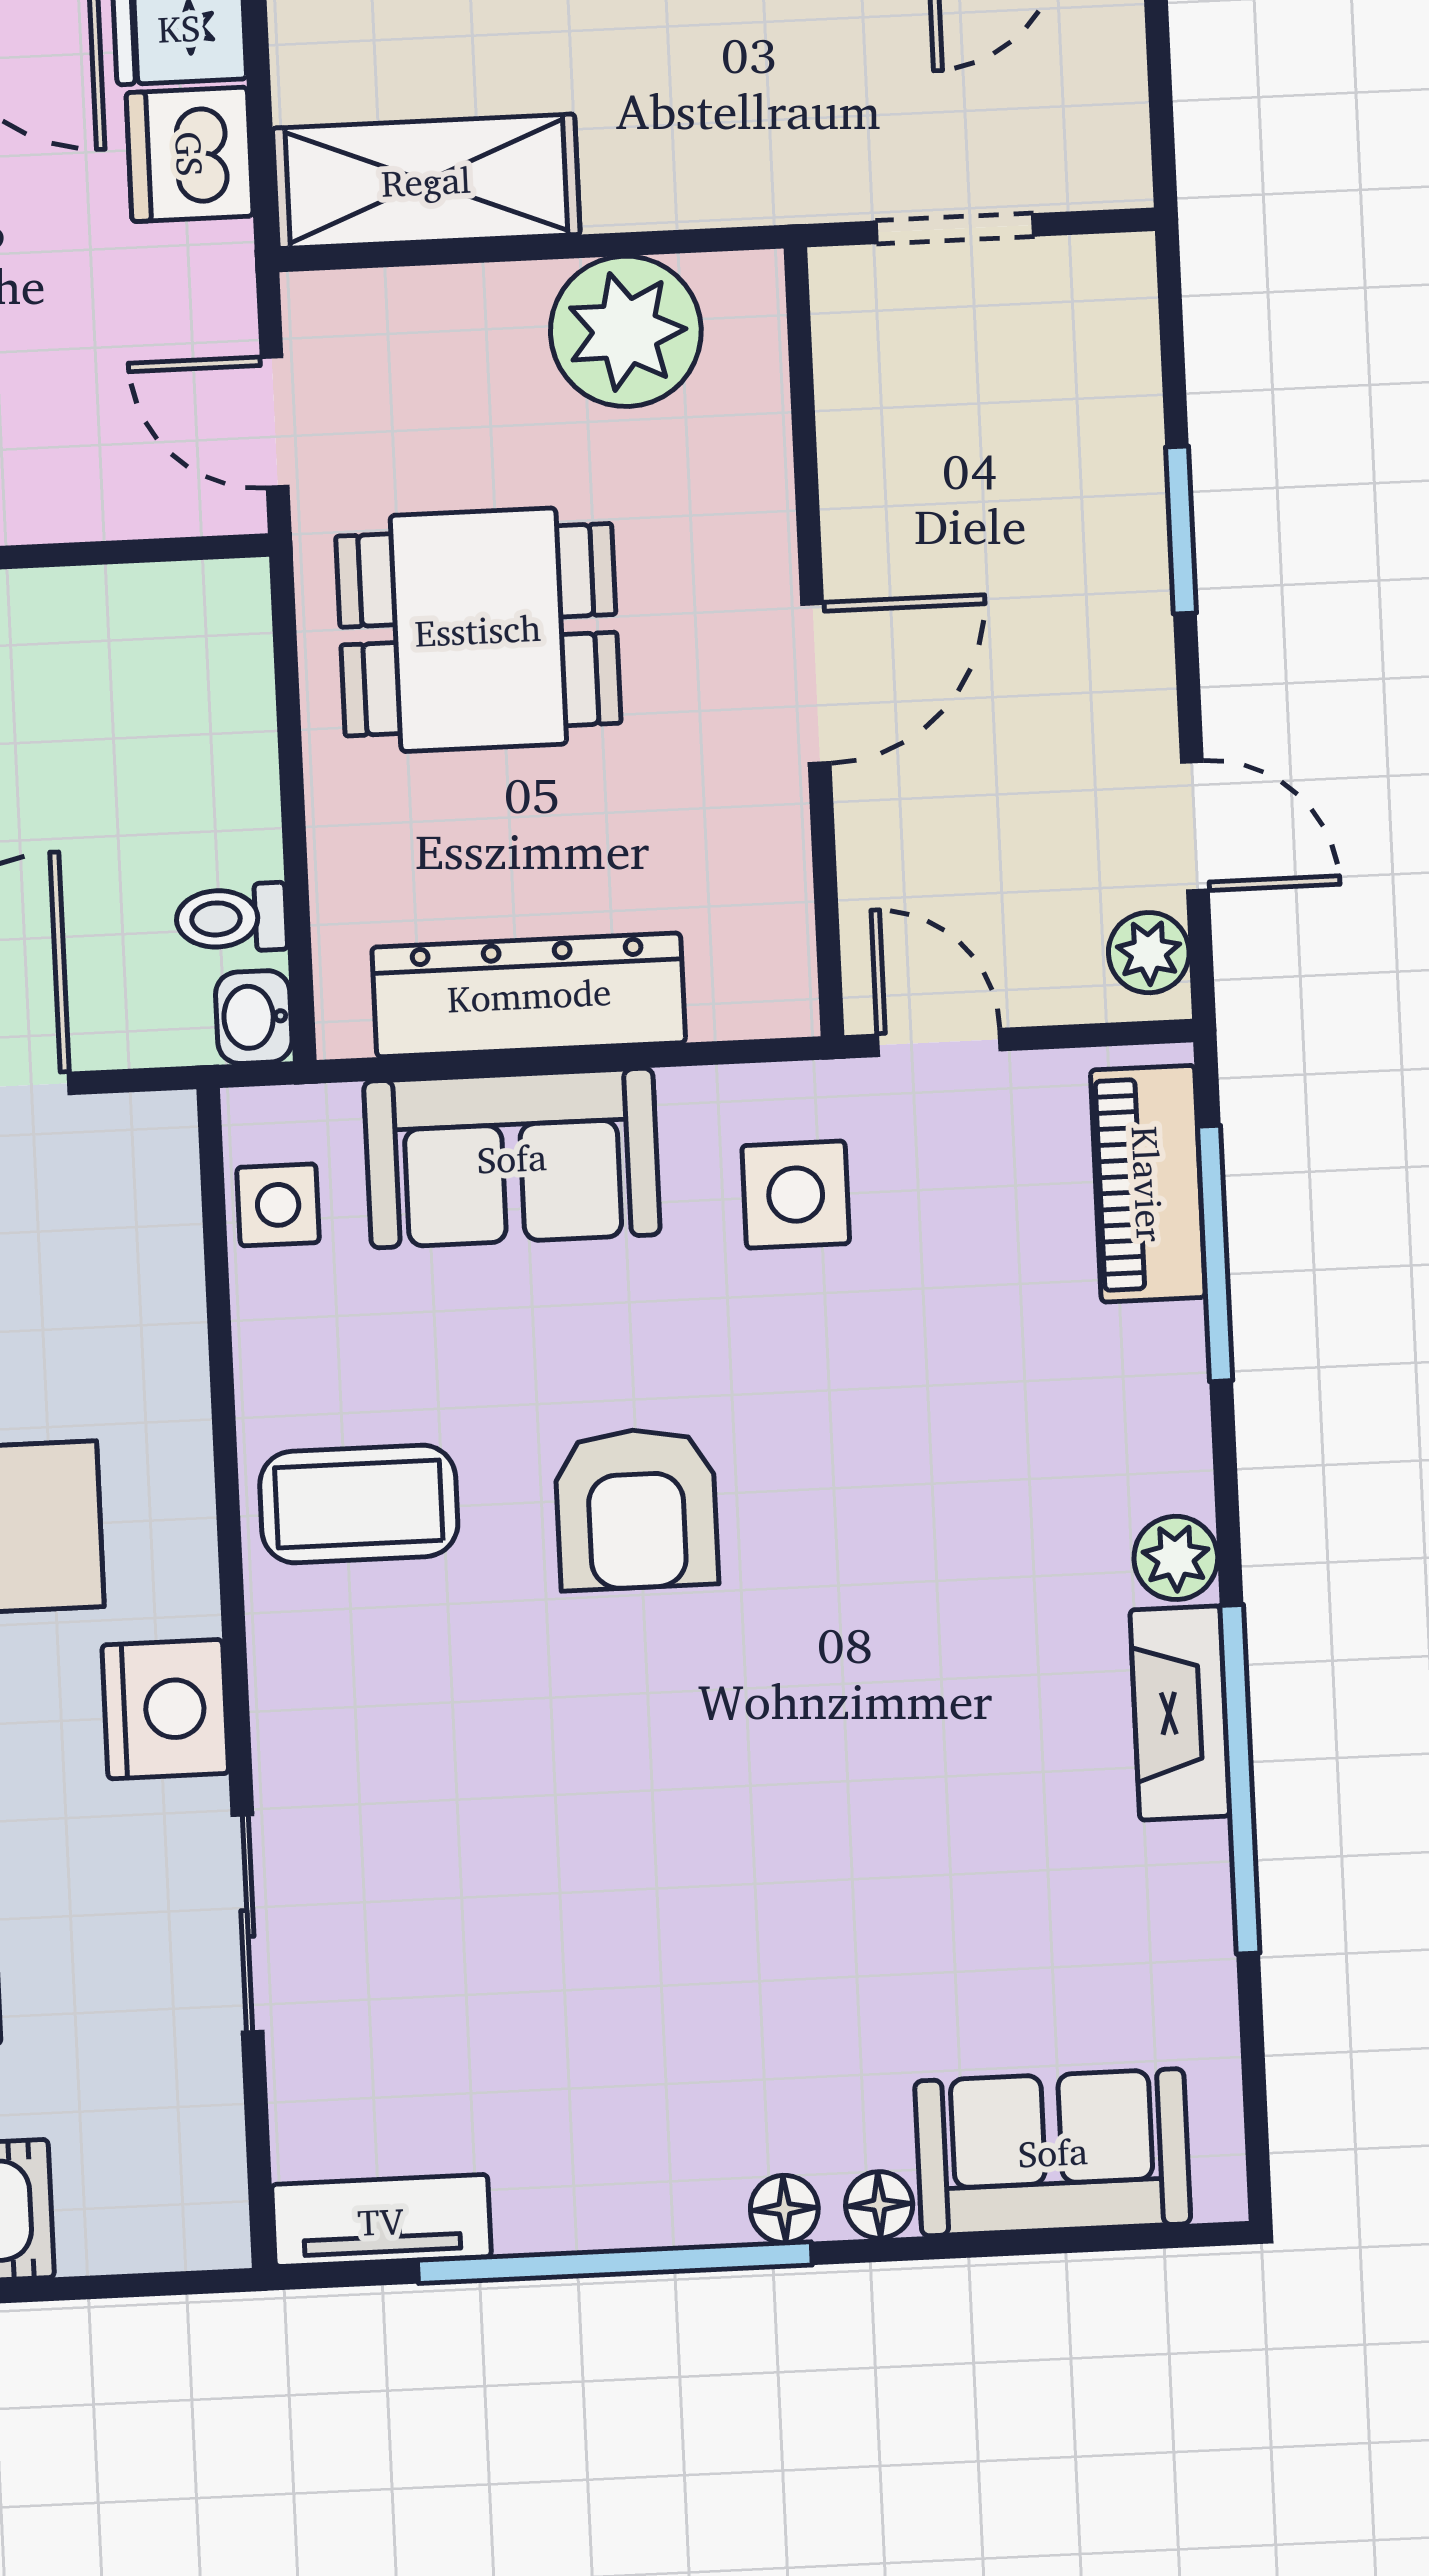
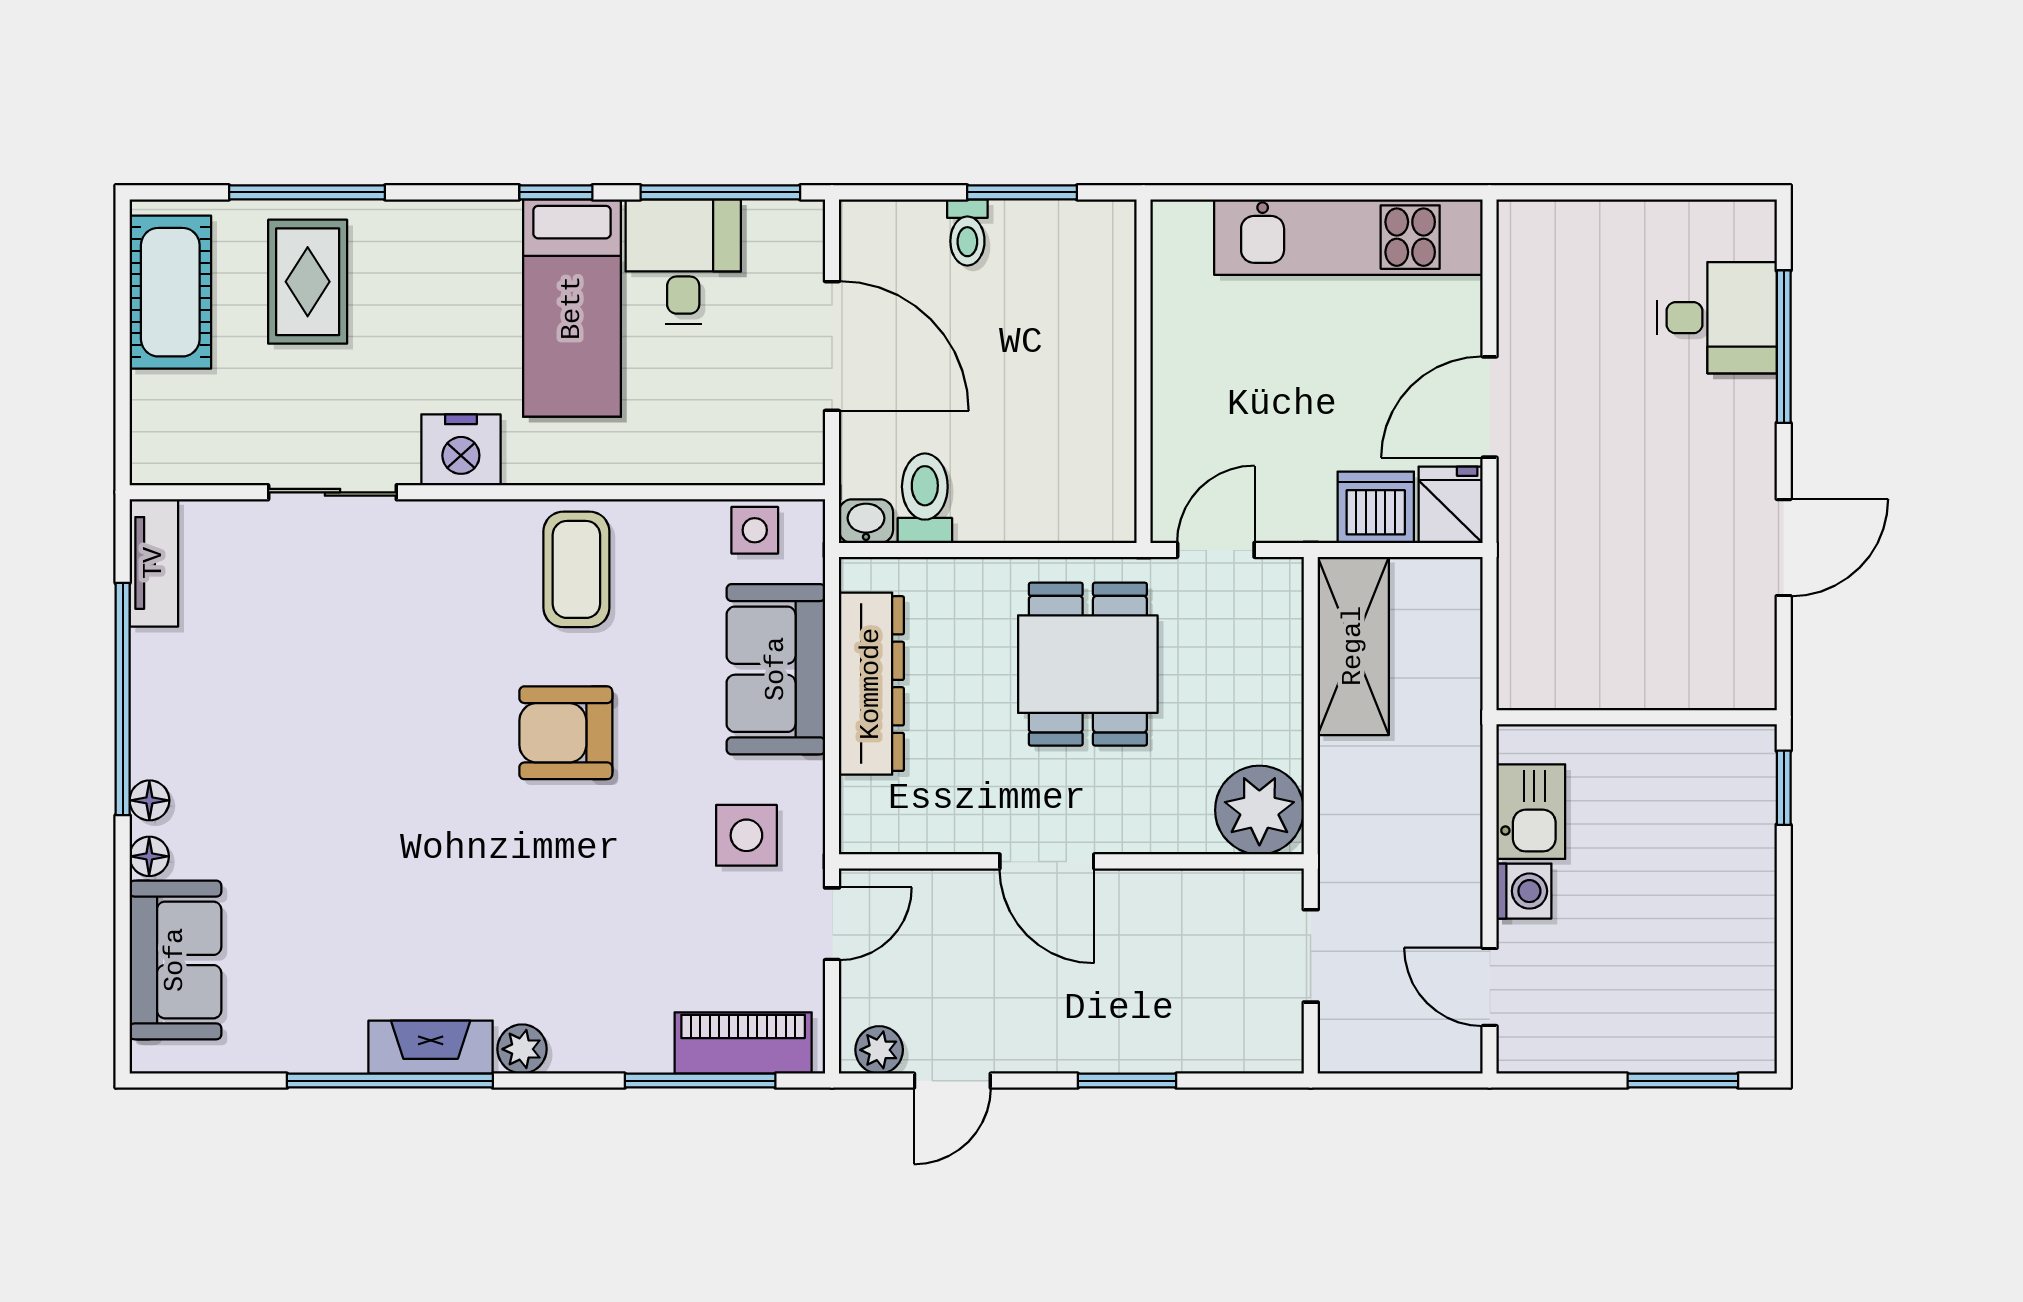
plant: (626, 331) -> (1259, 810), moved
toilet: (231, 918) -> (925, 498), width x1.37, depth x1.39

